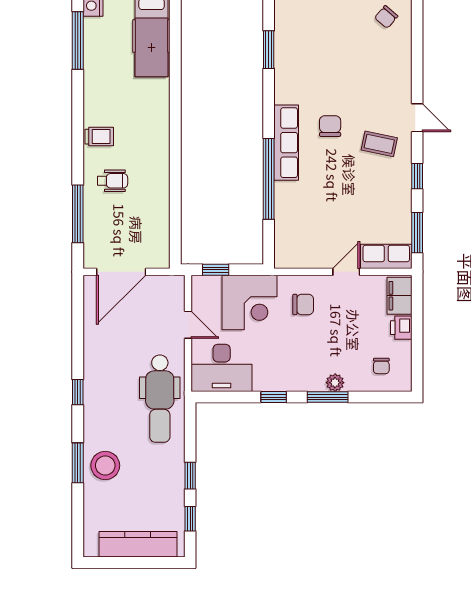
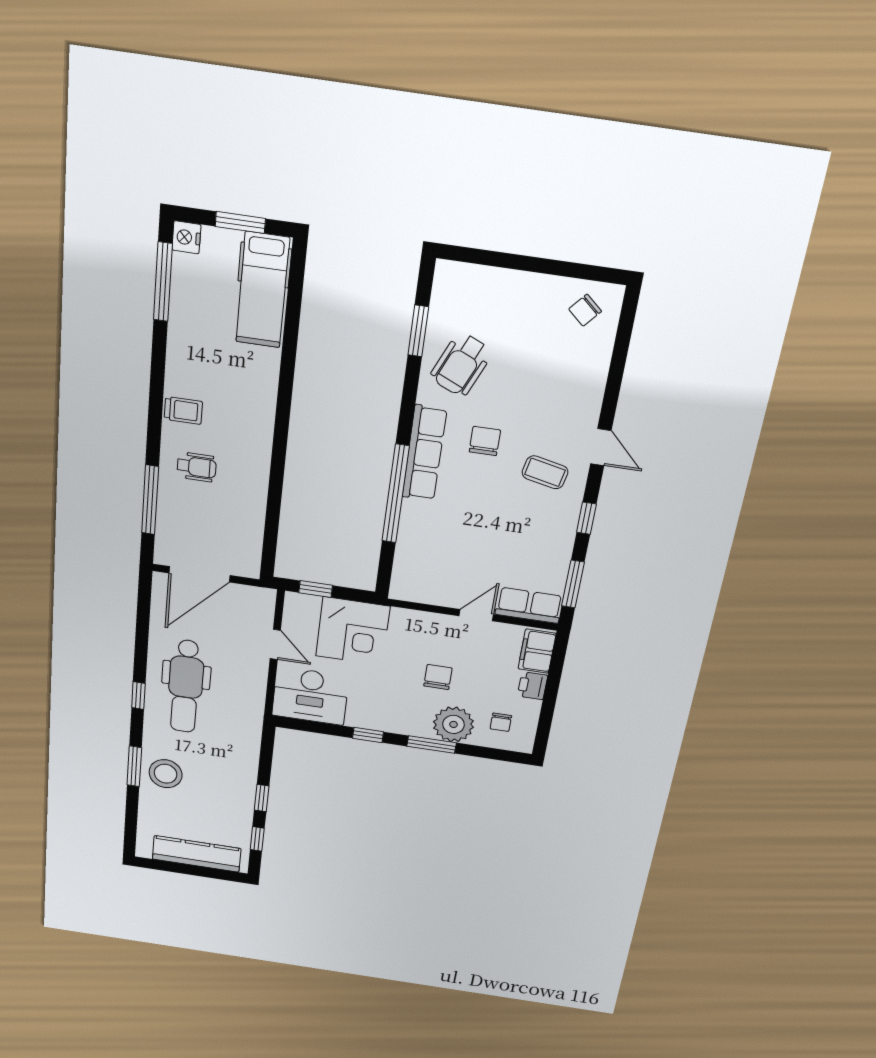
wheelchair: (304, 70) -> (461, 365), added
chair: (303, 305) -> (438, 677), moved, turned -90
plant: (335, 383) -> (453, 724), width x1.87, depth x1.87
dental chair: (160, 399) -> (186, 686), moved

